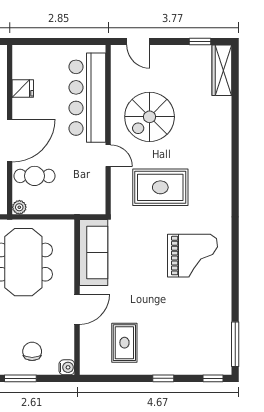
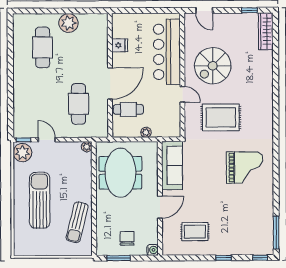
plant: (19, 207) -> (146, 132), moved
rug: (124, 343) -> (195, 232), turned 90

